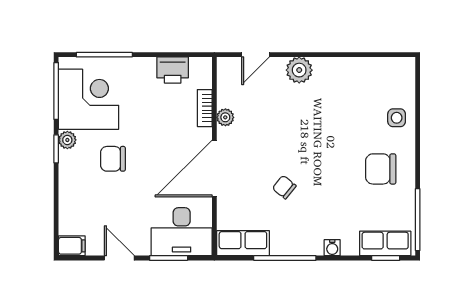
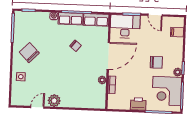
door: (256, 55) -> (37, 107), moved
printer: (173, 70) -> (138, 104), moved
plant: (299, 70) -> (54, 101), moved
chair: (381, 169) -> (29, 53), turned -135
row of seats: (385, 243) -> (71, 19), moved
filing cabinet: (72, 246) -> (177, 32), moved

